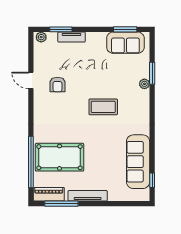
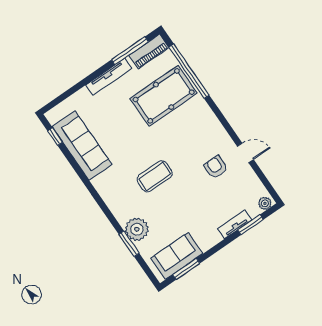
plant: (144, 84) -> (137, 229), width x1.87, depth x1.87

